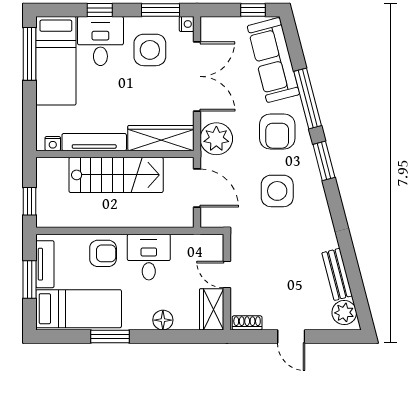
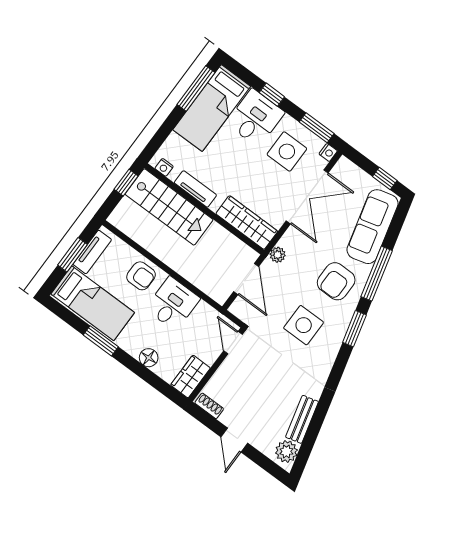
plant: (216, 139) -> (278, 255), width x0.53, depth x0.53
tv unit: (94, 142) -> (195, 189), width x0.71
stairs: (116, 175) -> (169, 207), moved
window: (29, 201) -> (126, 183), moved
door: (227, 275) -> (233, 343), moved

